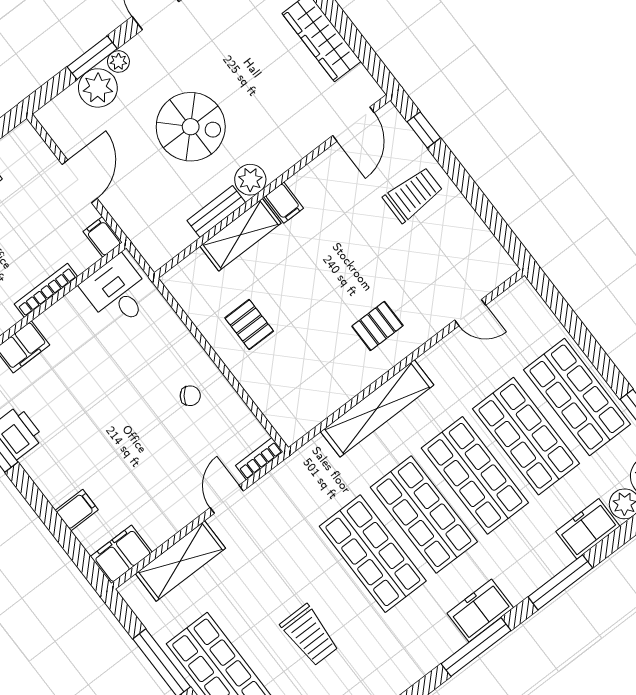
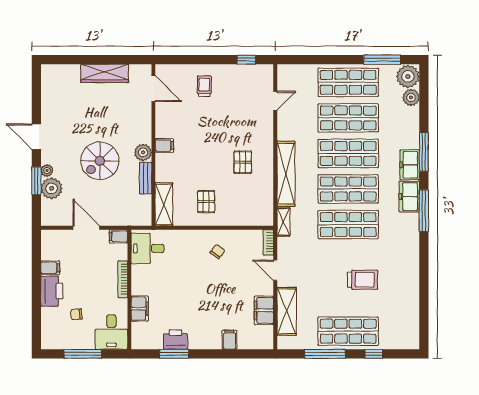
spiral stairs: (191, 127) -> (100, 161), turned 180
window: (424, 130) -> (246, 60), moved
trolley: (413, 195) -> (204, 86), width x0.73, depth x0.72
shelving: (240, 235) -> (164, 204), moved
pallet: (249, 325) -> (206, 202), turned 90
pallet: (377, 326) -> (243, 162), moved
shelving: (305, 458) -> (283, 222), added
freezer: (588, 529) -> (410, 165), moved
filing cabinet: (121, 554) -> (264, 310), moved

